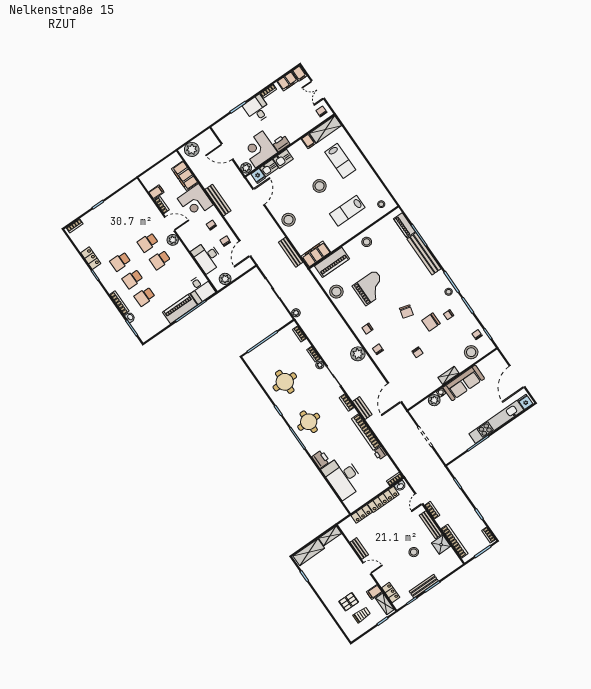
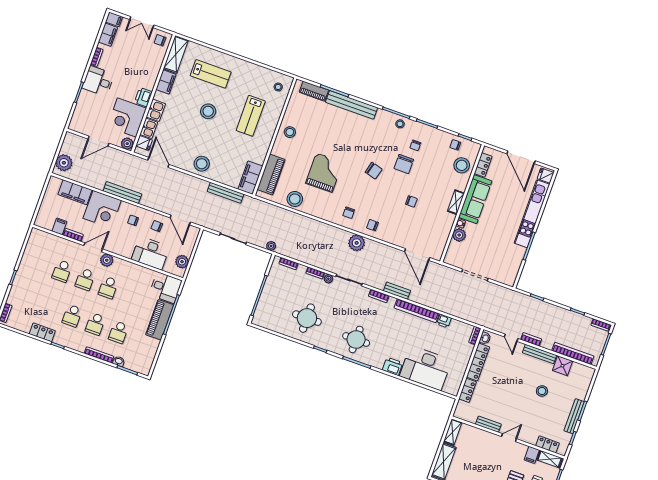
filing cabinet: (308, 141) -> (166, 82), width x2.00
school desk: (136, 225) -> (62, 271), added
locker: (487, 363) -> (483, 165), added

